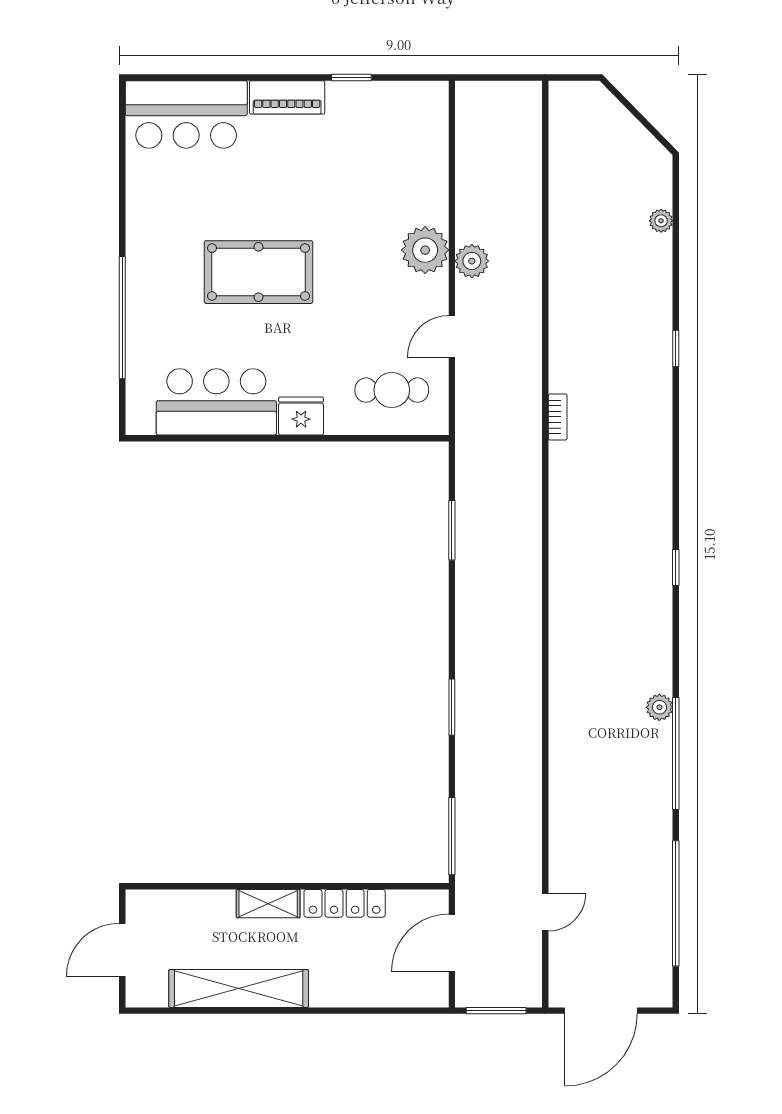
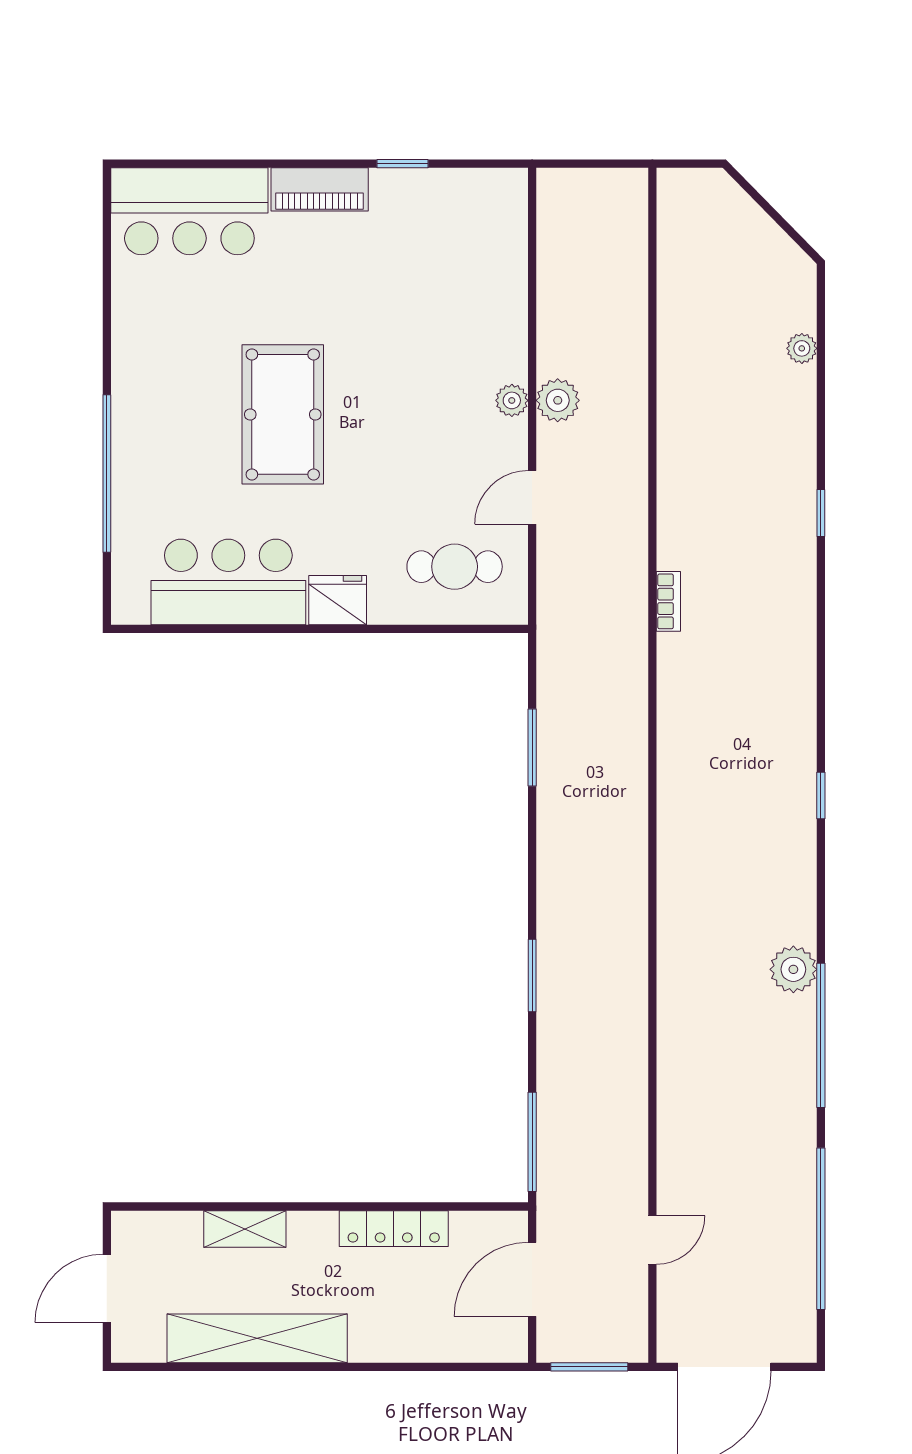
plant: (425, 250) -> (512, 400), width x0.53, depth x0.53
pool table: (259, 272) -> (283, 414), turned 90
plant: (659, 707) -> (793, 969), width x1.38, depth x1.38
shelving: (268, 904) -> (245, 1229), moved

